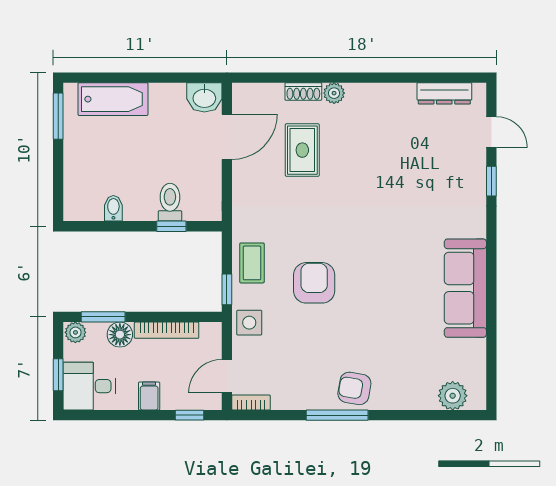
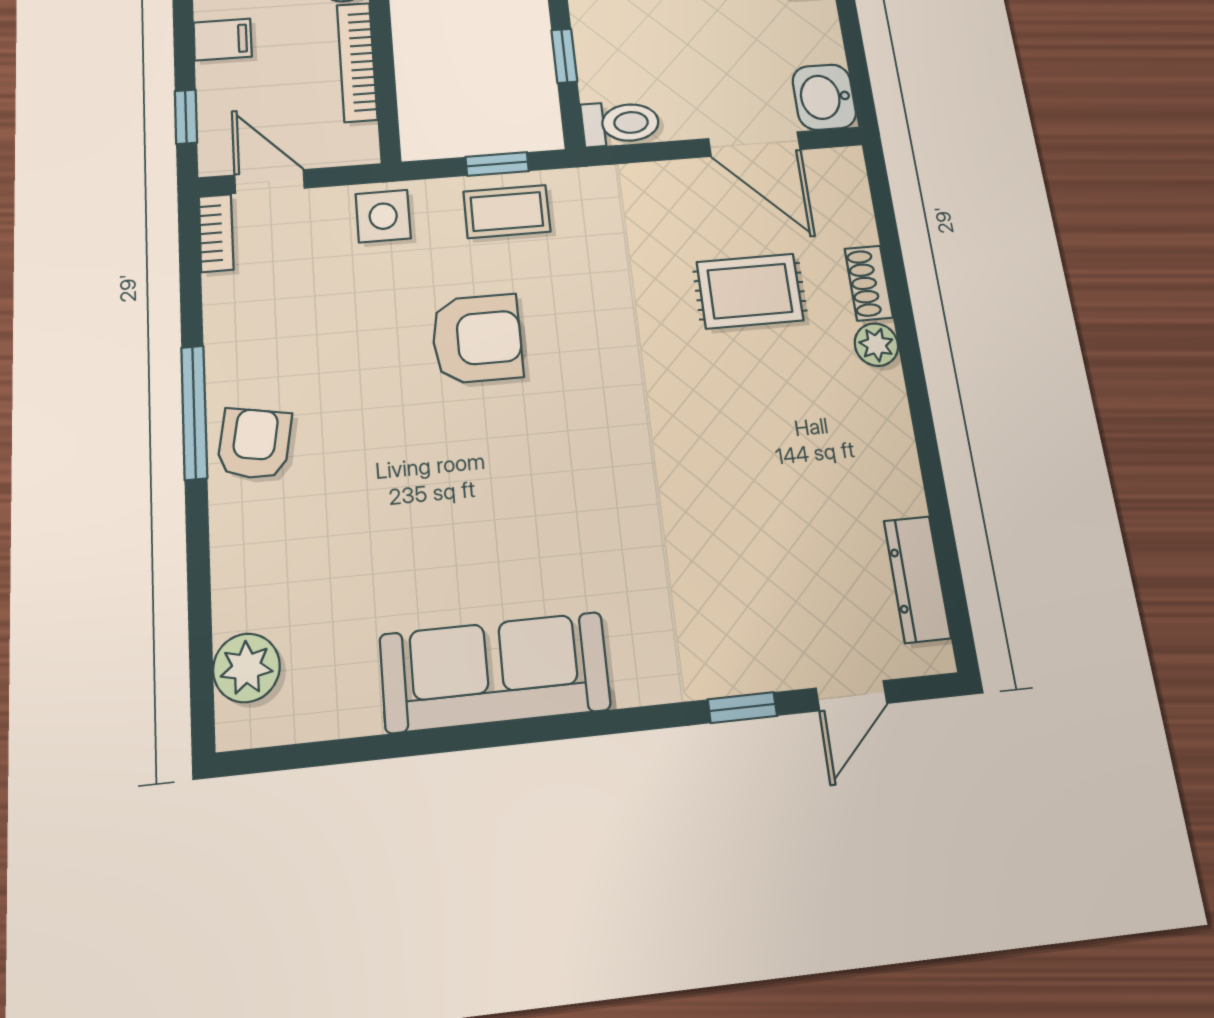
toilet: (170, 202) -> (620, 123), moved
window: (227, 289) -> (497, 164), moved

